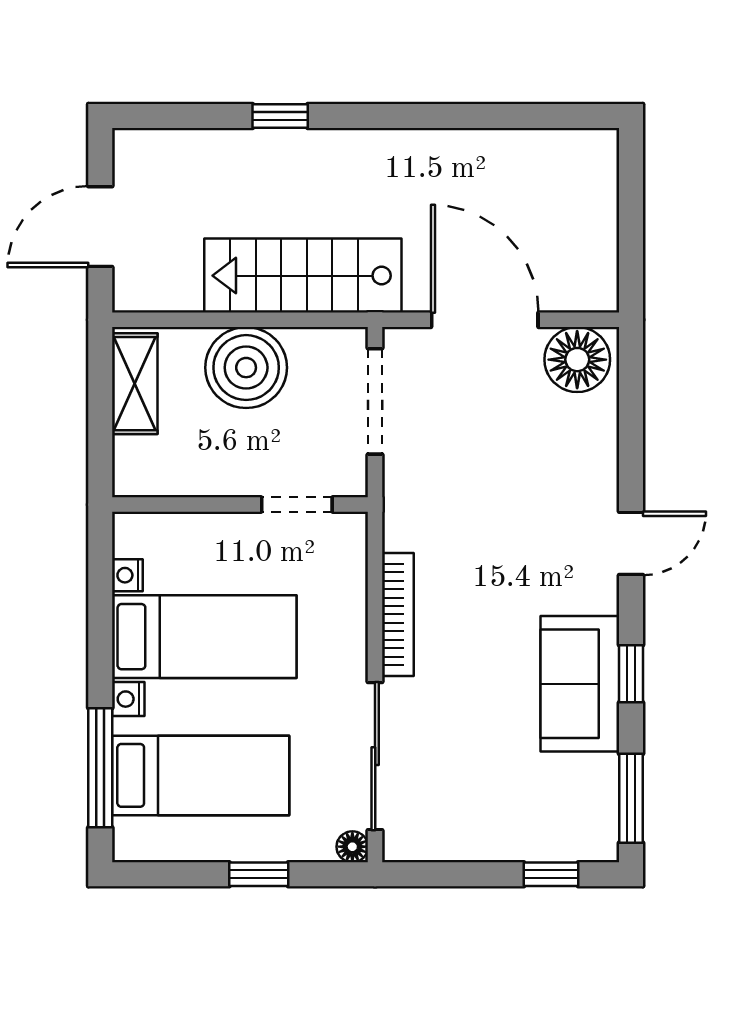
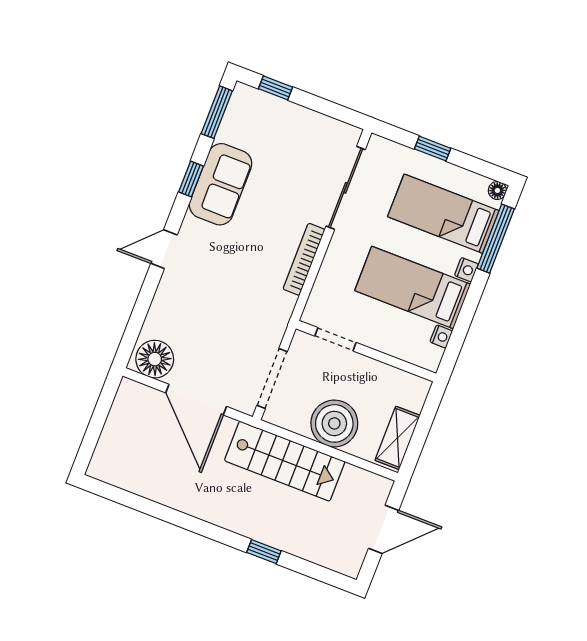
floor lamp: (352, 847) -> (497, 190), moved

